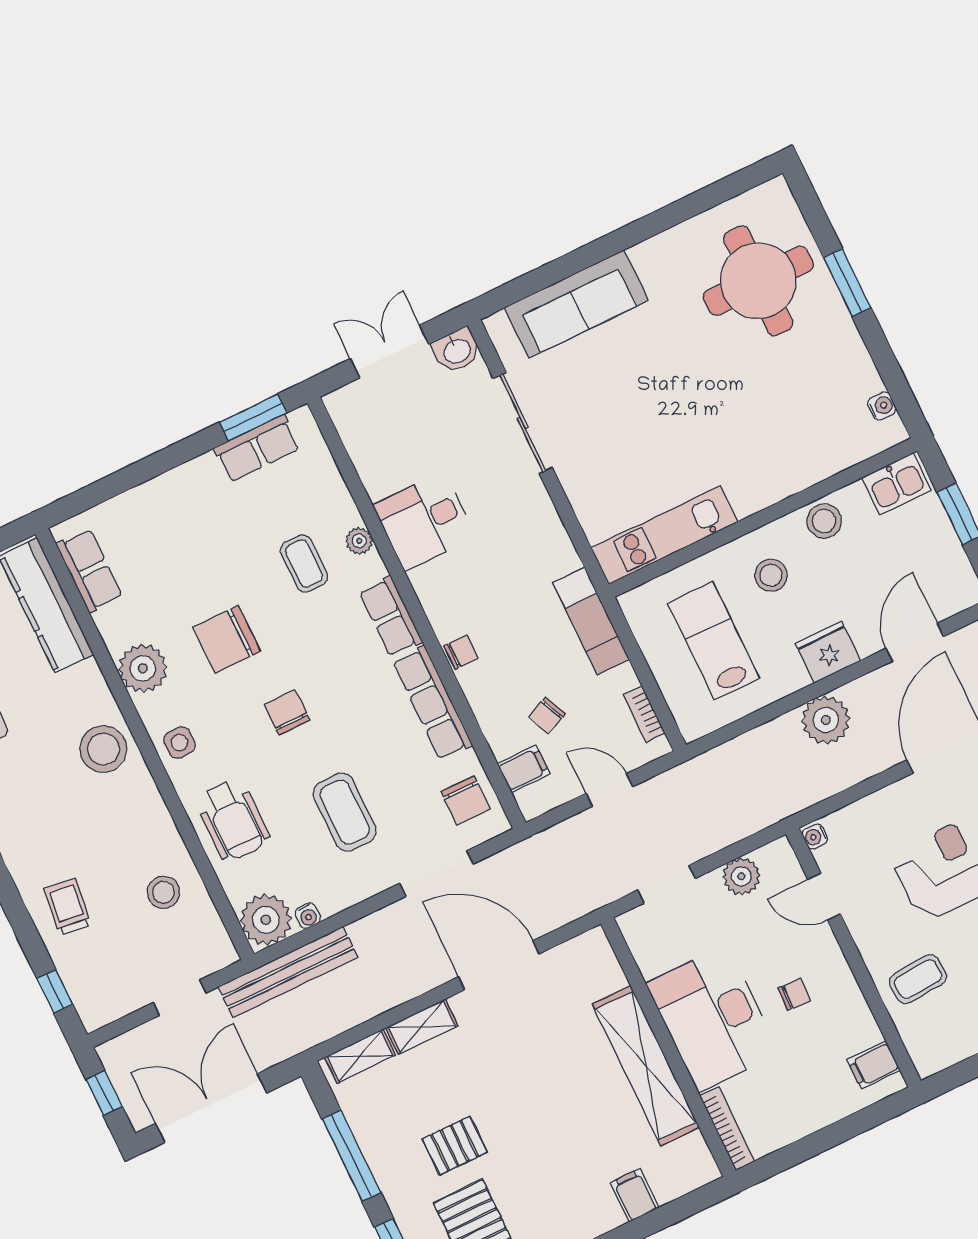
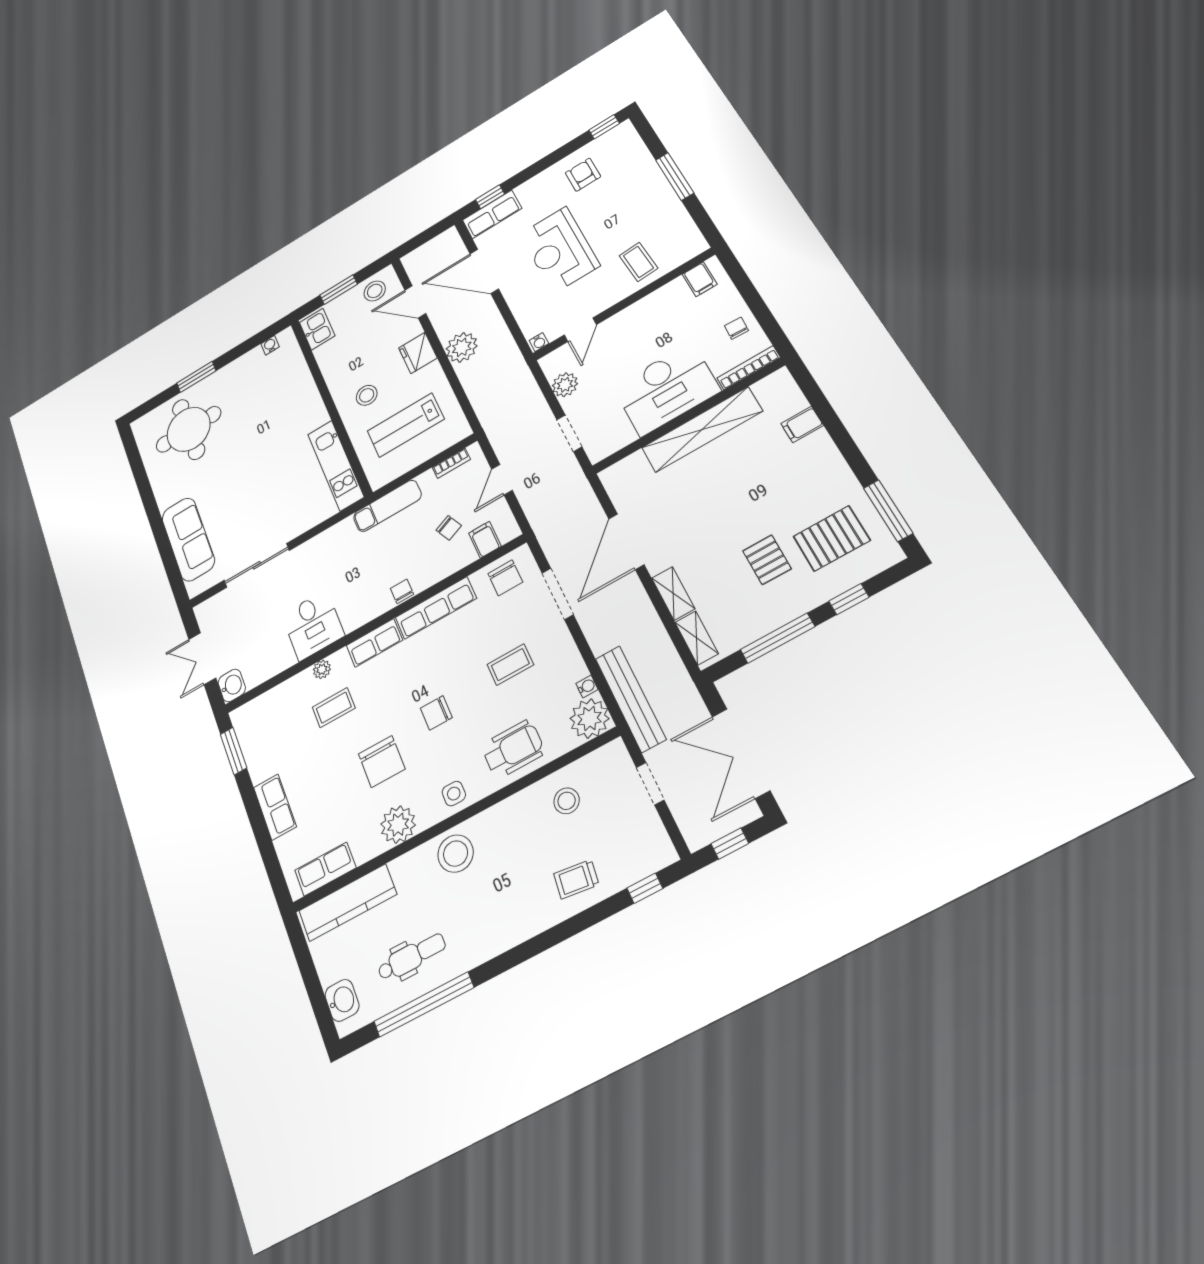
washbasin: (457, 350) -> (232, 685), moved
row of seats: (257, 448) -> (275, 807), moved
stool: (824, 521) -> (375, 291), moved
chair: (466, 800) -> (505, 578), turned 90
coffee table: (345, 812) -> (510, 665), width x0.73, depth x0.77
chair: (794, 994) -> (736, 328), moved

